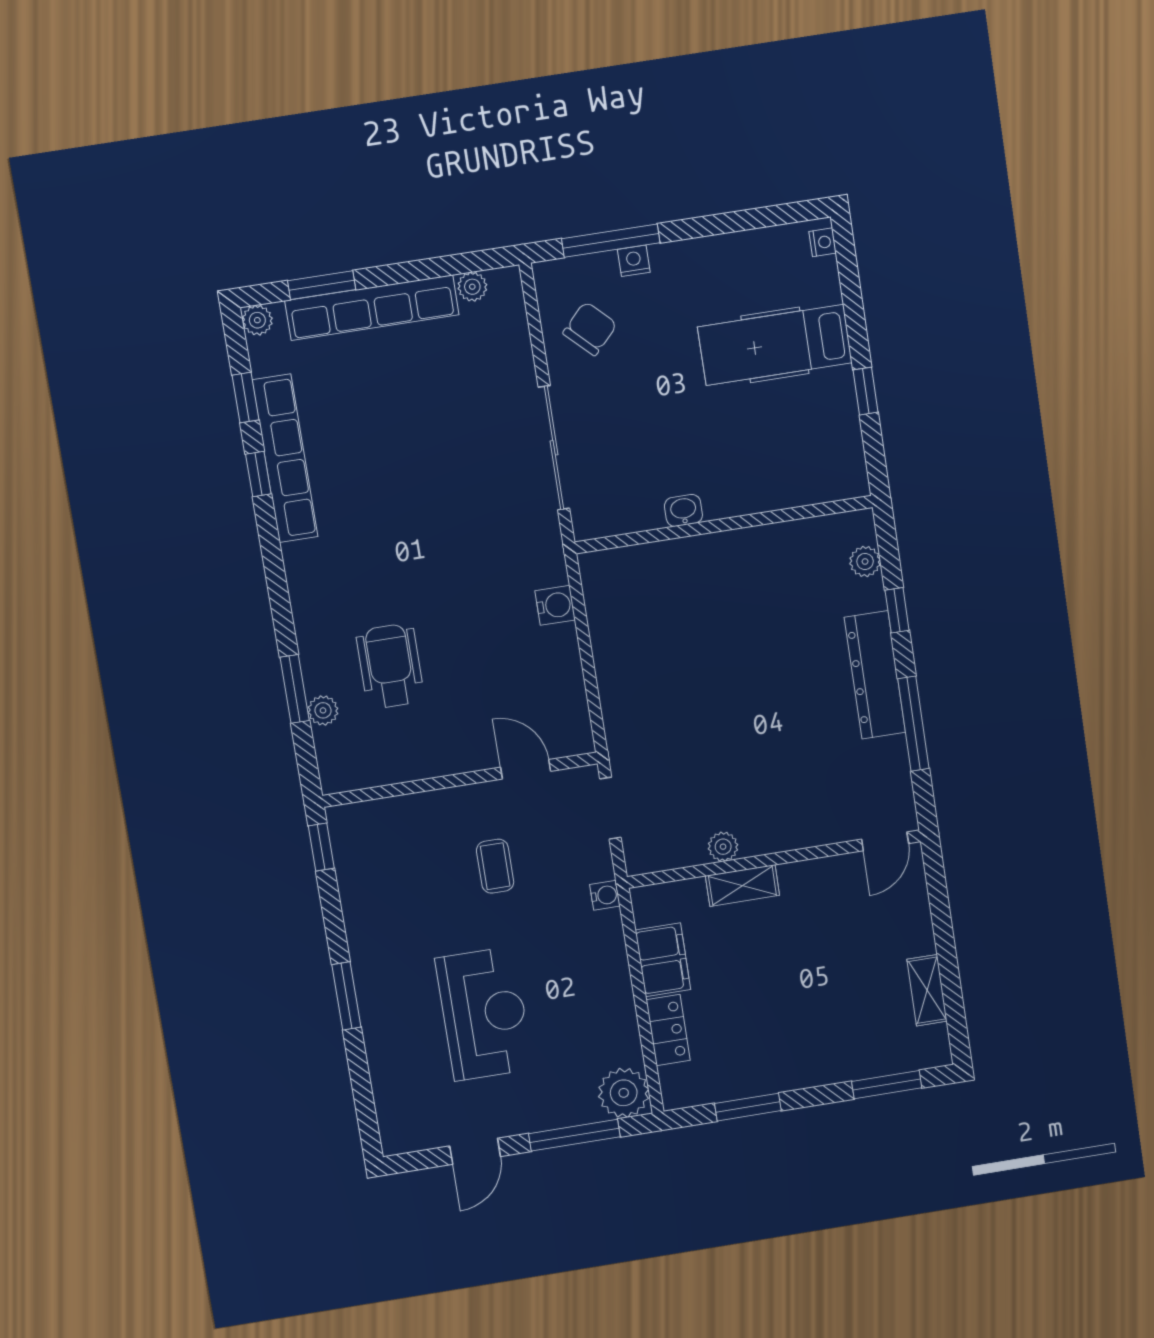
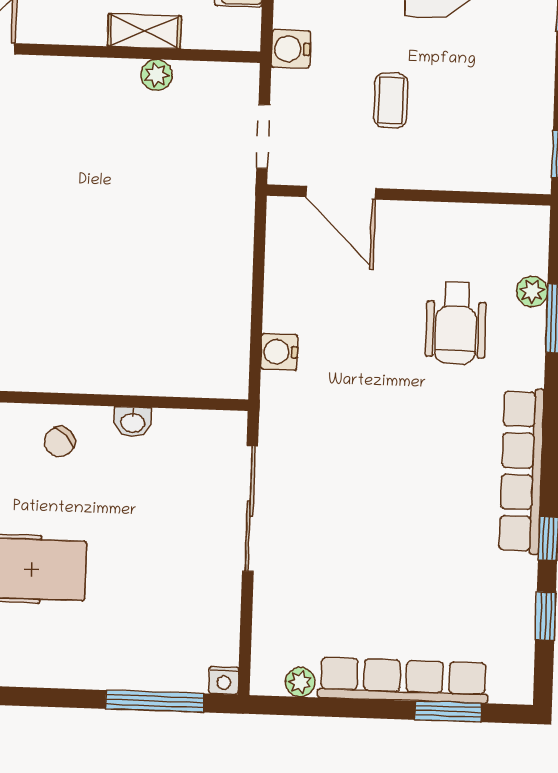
nightstand: (634, 261) -> (224, 680), moved
plant: (257, 320) -> (518, 689), removed
chair: (590, 329) -> (60, 442), moved, width x0.73, depth x0.73
row of seats: (285, 458) -> (521, 471), moved
door: (526, 769) -> (341, 193), width x1.38
water cooler: (605, 895) -> (291, 49), width x1.38, depth x1.38

